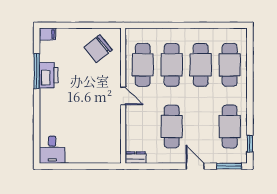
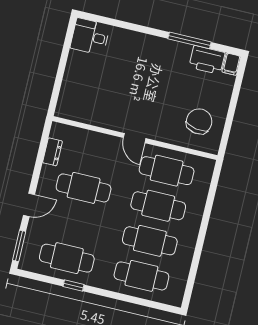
chair: (98, 49) -> (199, 121), turned 49
printer: (49, 75) -> (207, 60), moved
door: (123, 96) -> (135, 138), hinge flipped
window: (250, 144) -> (73, 286), moved
dresser: (136, 158) -> (52, 152), moved

